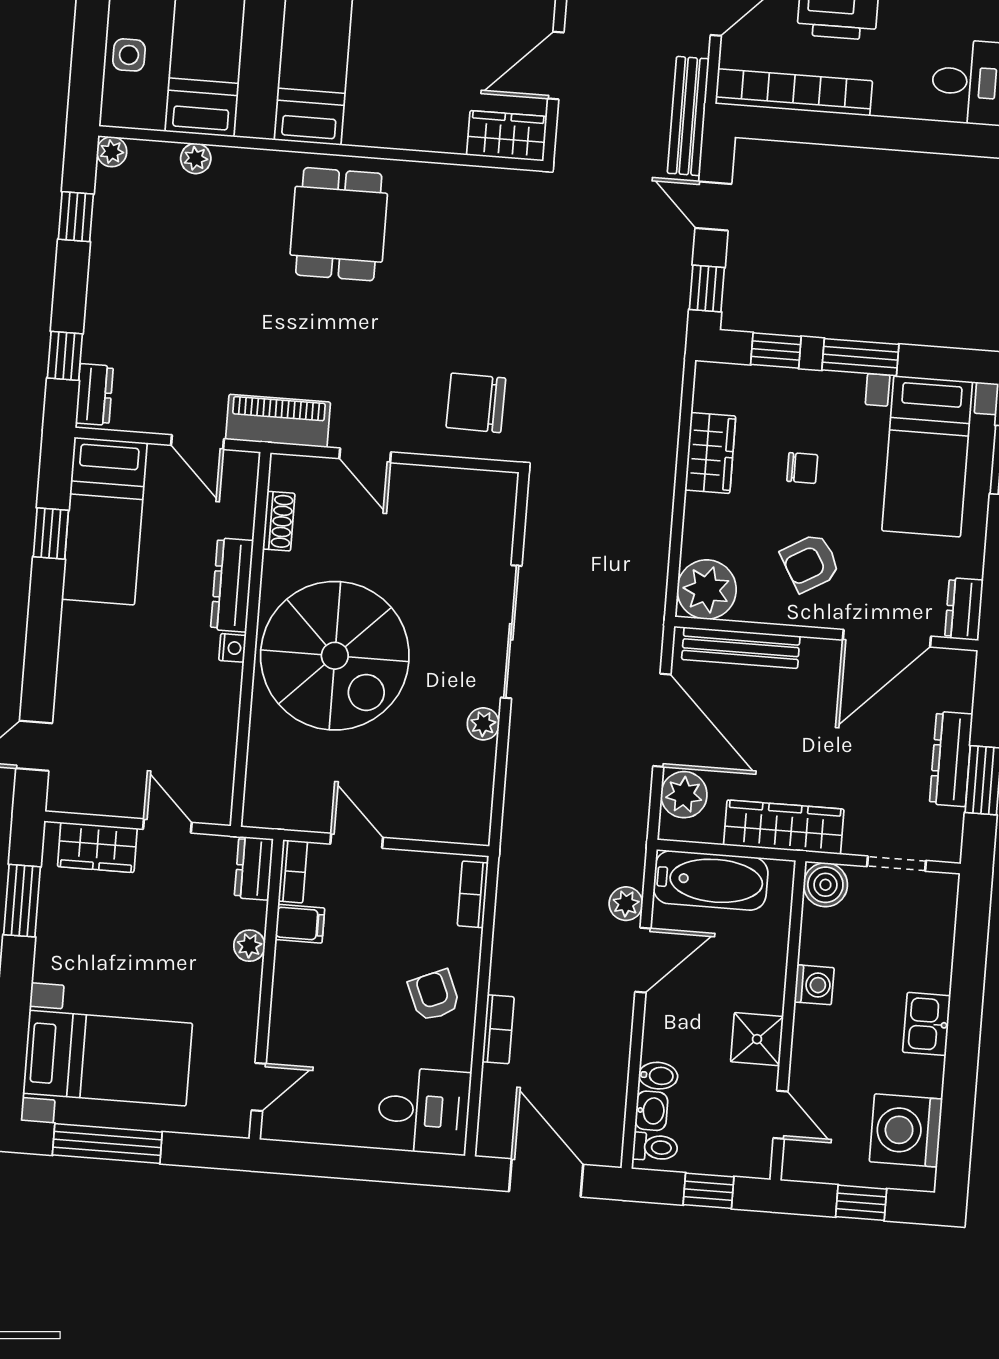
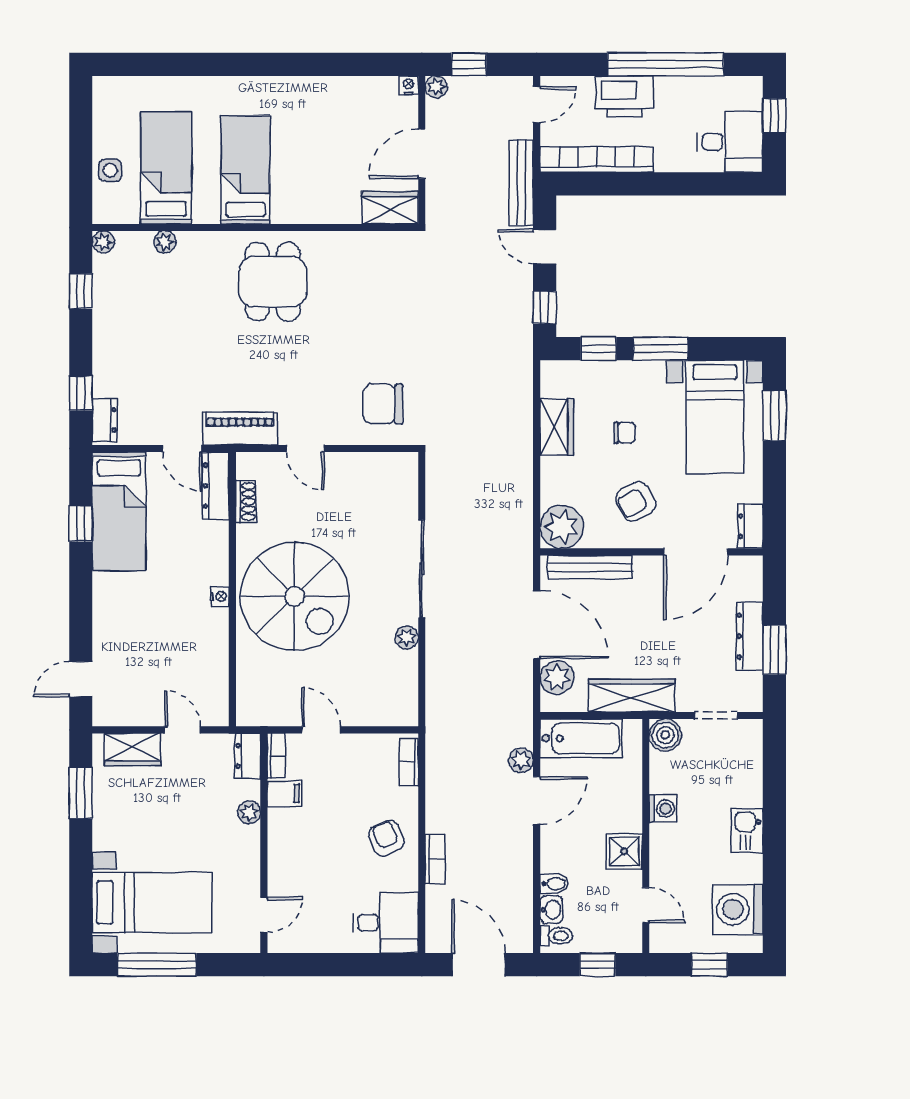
dresser: (232, 585) -> (216, 486), moved

